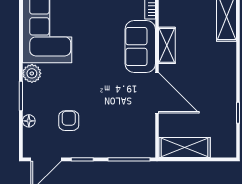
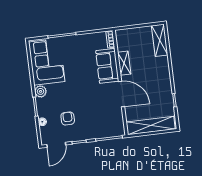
shelving: (185, 147) -> (151, 126), width x1.47

